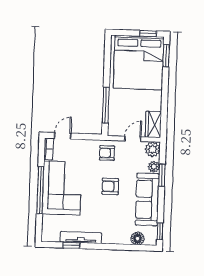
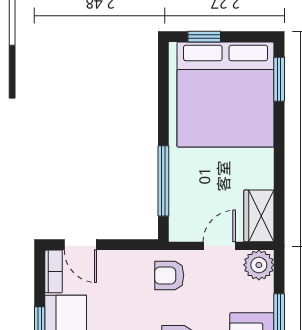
window: (148, 34) -> (204, 37), moved
door: (63, 136) -> (80, 245), swing flipped
plant: (154, 167) -> (263, 299), removed

